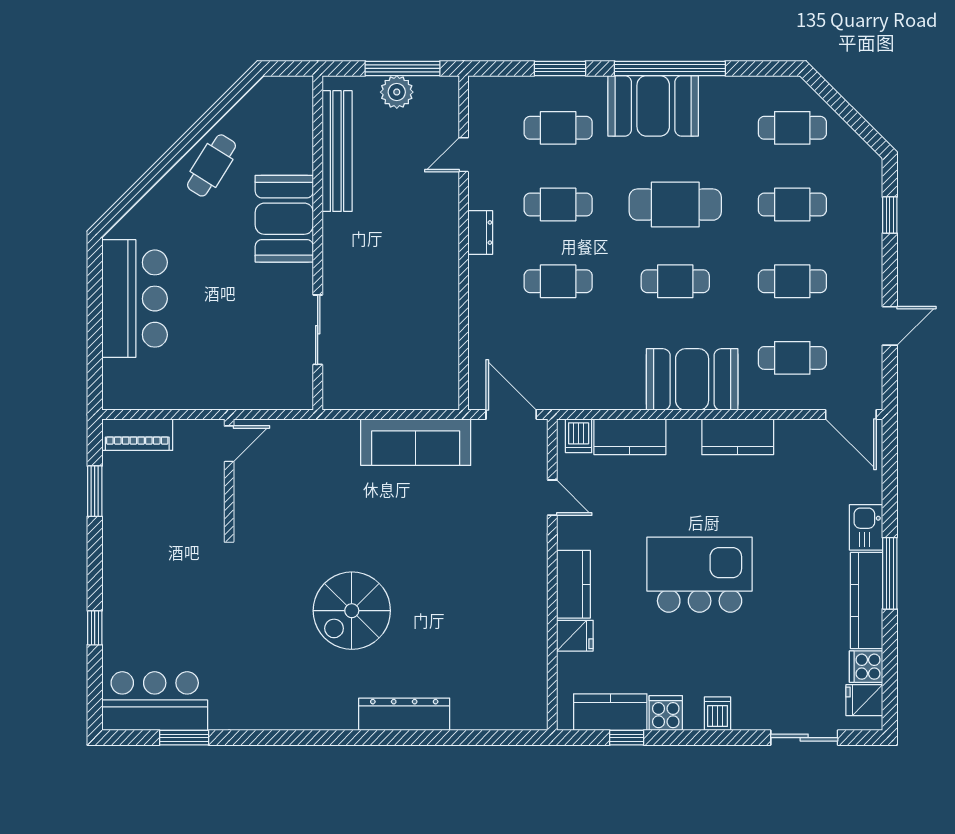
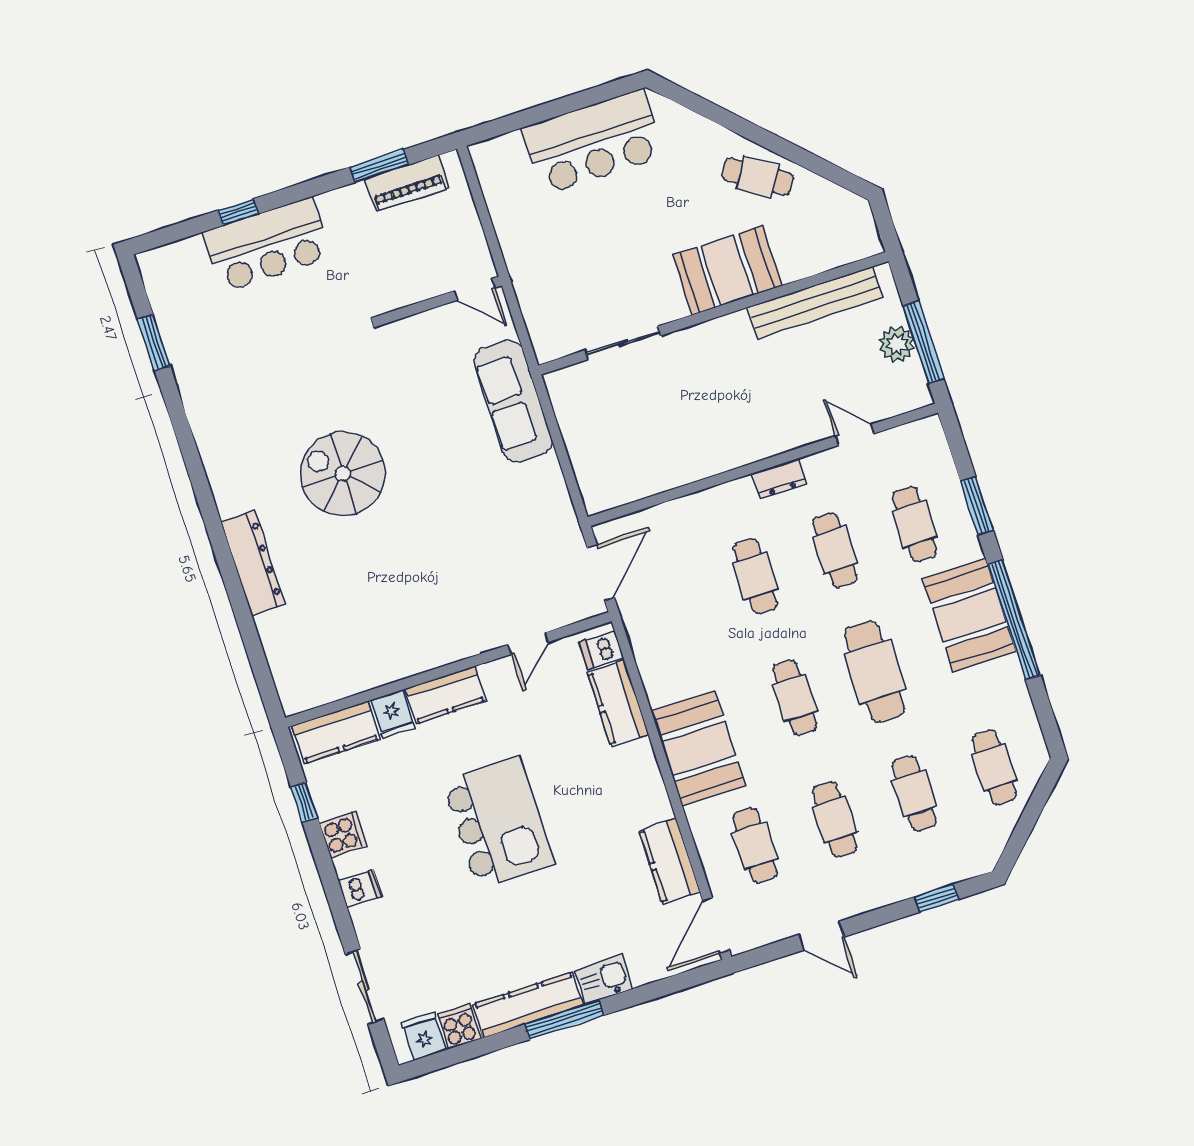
piano: (137, 435) -> (407, 183), moved, turned -90
kitchen counter: (738, 437) -> (670, 861), moved
sofa: (416, 442) -> (513, 401), moved
bar counter: (155, 701) -> (267, 245), moved, turned 90
kitchen counter: (610, 712) -> (336, 732), moved, turned 90

